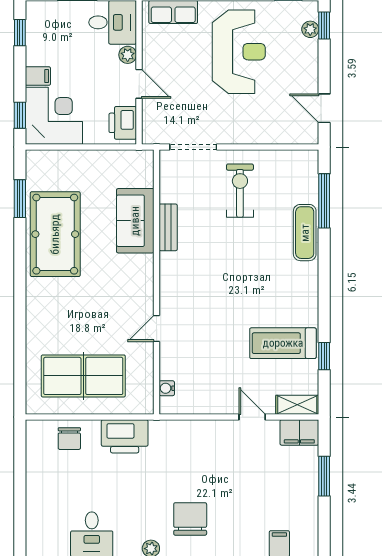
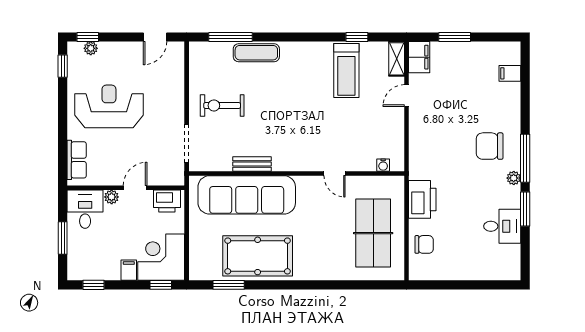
sofa: (135, 221) -> (247, 195), width x1.85, depth x1.27

